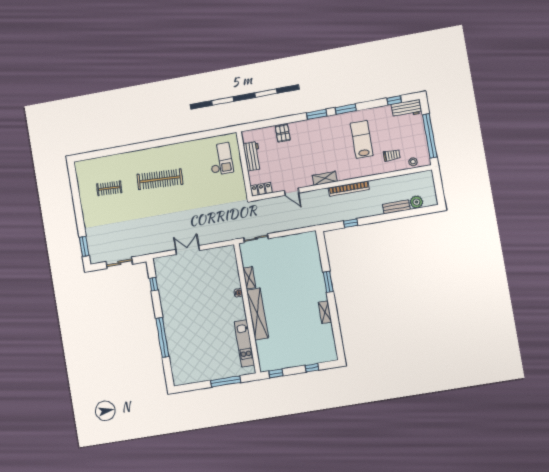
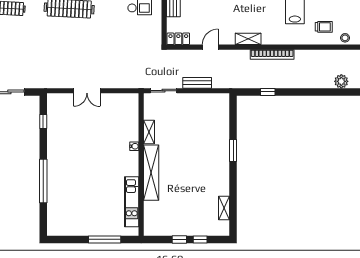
door: (291, 192) -> (210, 47), swing flipped
bench: (396, 207) -> (197, 83), moved
double door: (188, 250) -> (87, 91), swing flipped
shelving: (325, 312) -> (224, 208), moved
window: (276, 373) -> (179, 239), moved

